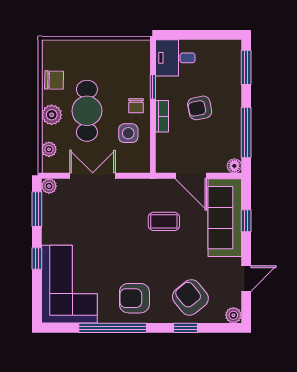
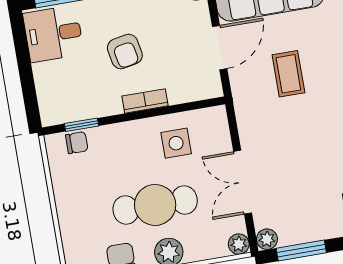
desk: (175, 58) -> (53, 34), moved, turned 90
window: (153, 87) -> (82, 125), moved
chair: (136, 106) -> (77, 143), moved
plant: (49, 149) -> (239, 244), moved

